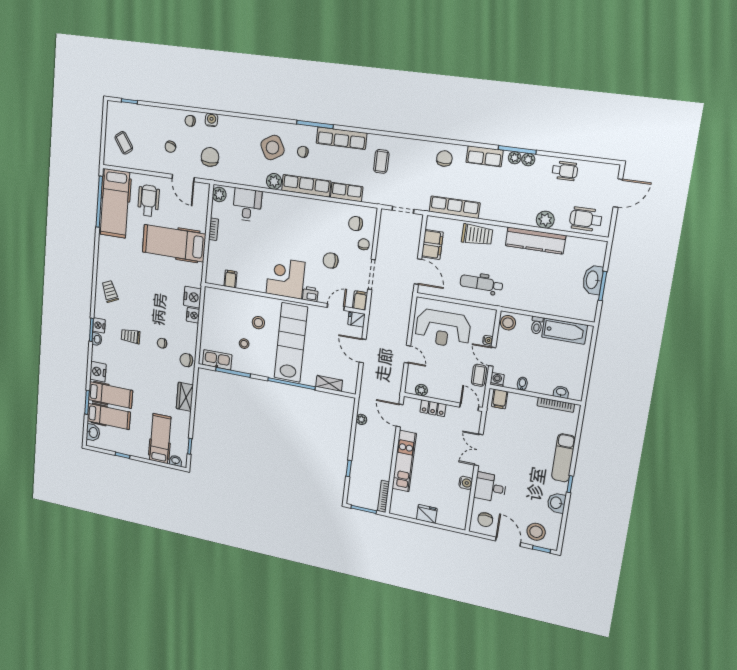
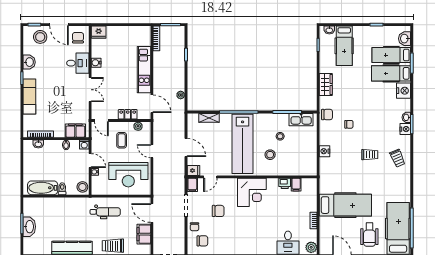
printer: (310, 294) -> (285, 183), moved
nightstand: (192, 297) -> (326, 165), removed
reception desk: (443, 329) -> (128, 175), turned 180
trolley: (131, 336) -> (370, 155), moved
coffee table: (479, 375) -> (122, 140), moved
filing cabinet: (500, 399) -> (75, 131), width x2.00
fridge: (427, 514) -> (99, 32), moved

